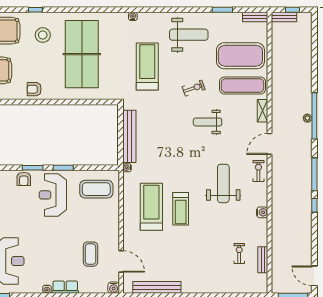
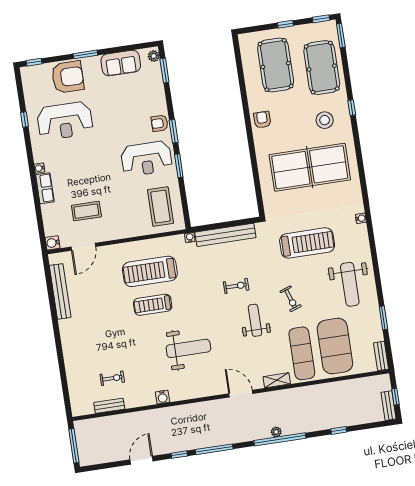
bench: (284, 17) -> (388, 406), moved
window: (314, 64) -> (339, 430), added
exercise bike: (258, 171) -> (236, 286), moved
reception desk: (53, 195) -> (146, 159), turned 180
treadmill: (151, 207) -> (150, 271), turned 180
door: (314, 276) -> (142, 460), moved

